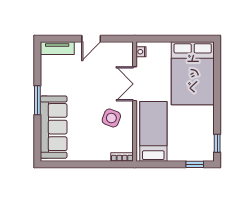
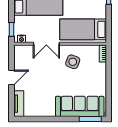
door: (91, 39) -> (11, 77), hinge flipped
window: (153, 39) -> (11, 29), added
window: (37, 100) -> (90, 119), moved

